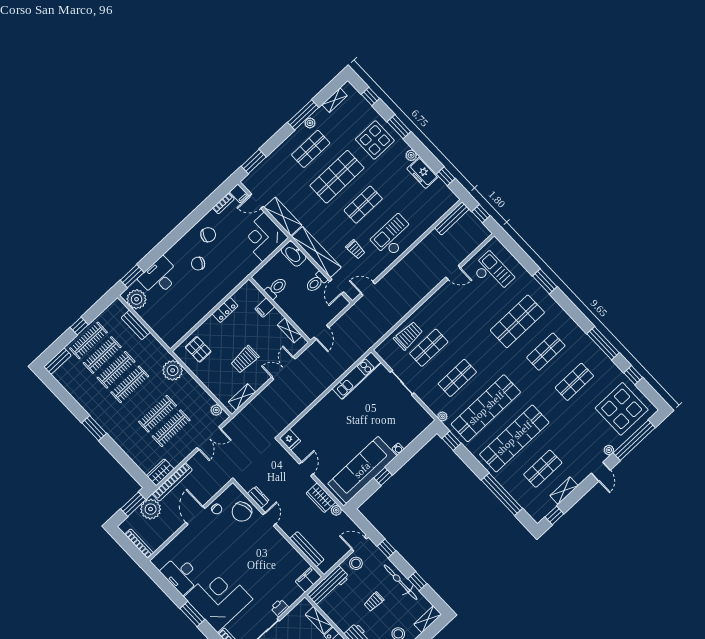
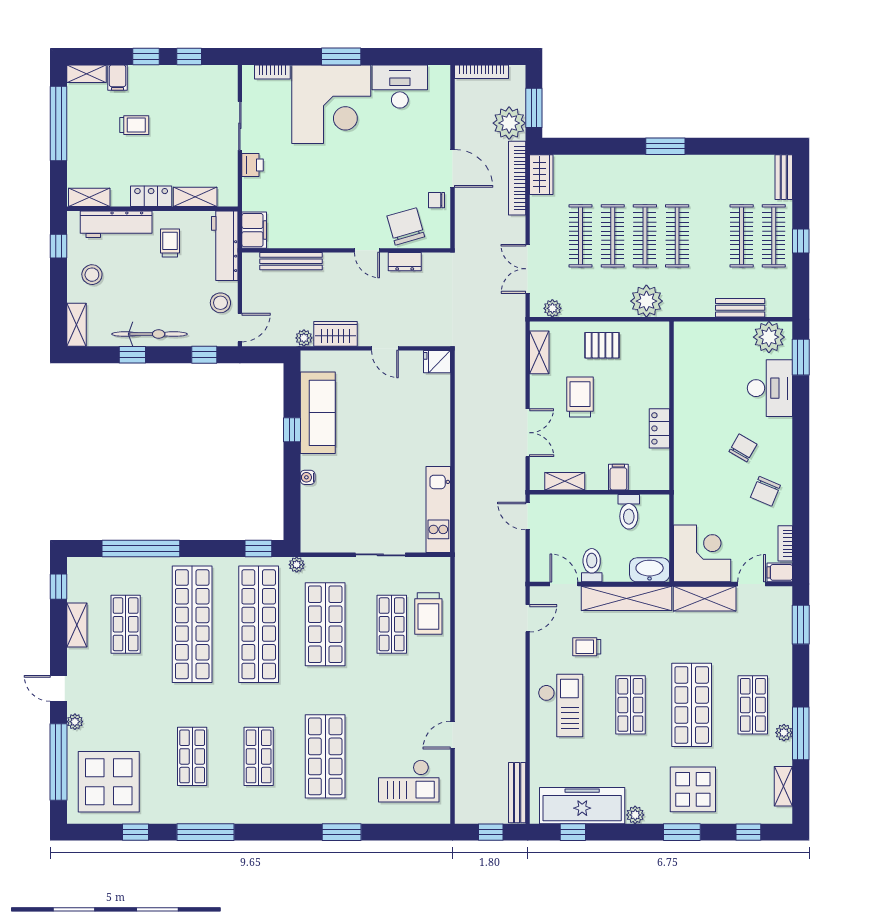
freezer: (423, 173) -> (582, 806), width x1.91, depth x1.26
pallet: (198, 349) -> (602, 345), moved
clothes rail: (116, 370) -> (645, 236), moved
shop shelf: (457, 378) -> (325, 624), width x1.43, depth x1.36
sofa: (362, 470) -> (318, 413), width x0.74, depth x0.79
trolley: (374, 602) -> (170, 243), moved

